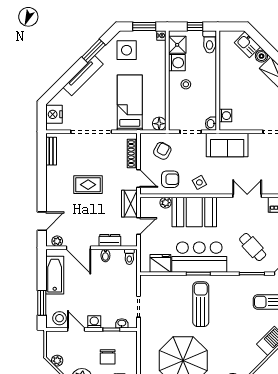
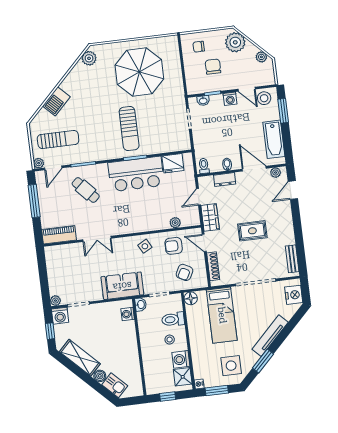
toilet: (210, 42) -> (173, 319), moved, turned -90
booth: (194, 212) -> (146, 217), removed

